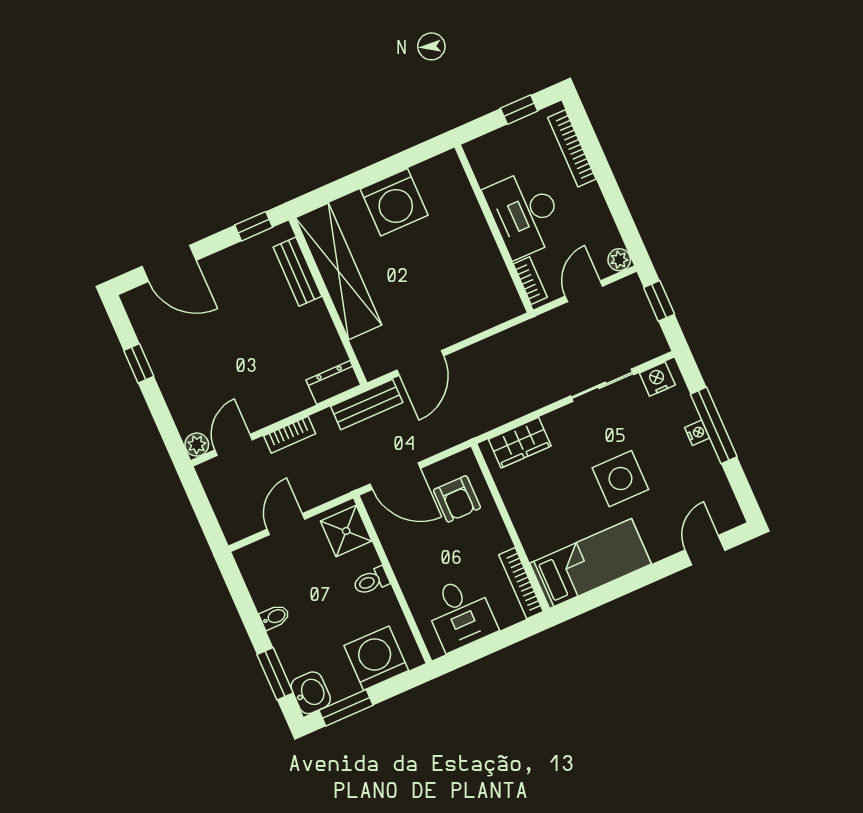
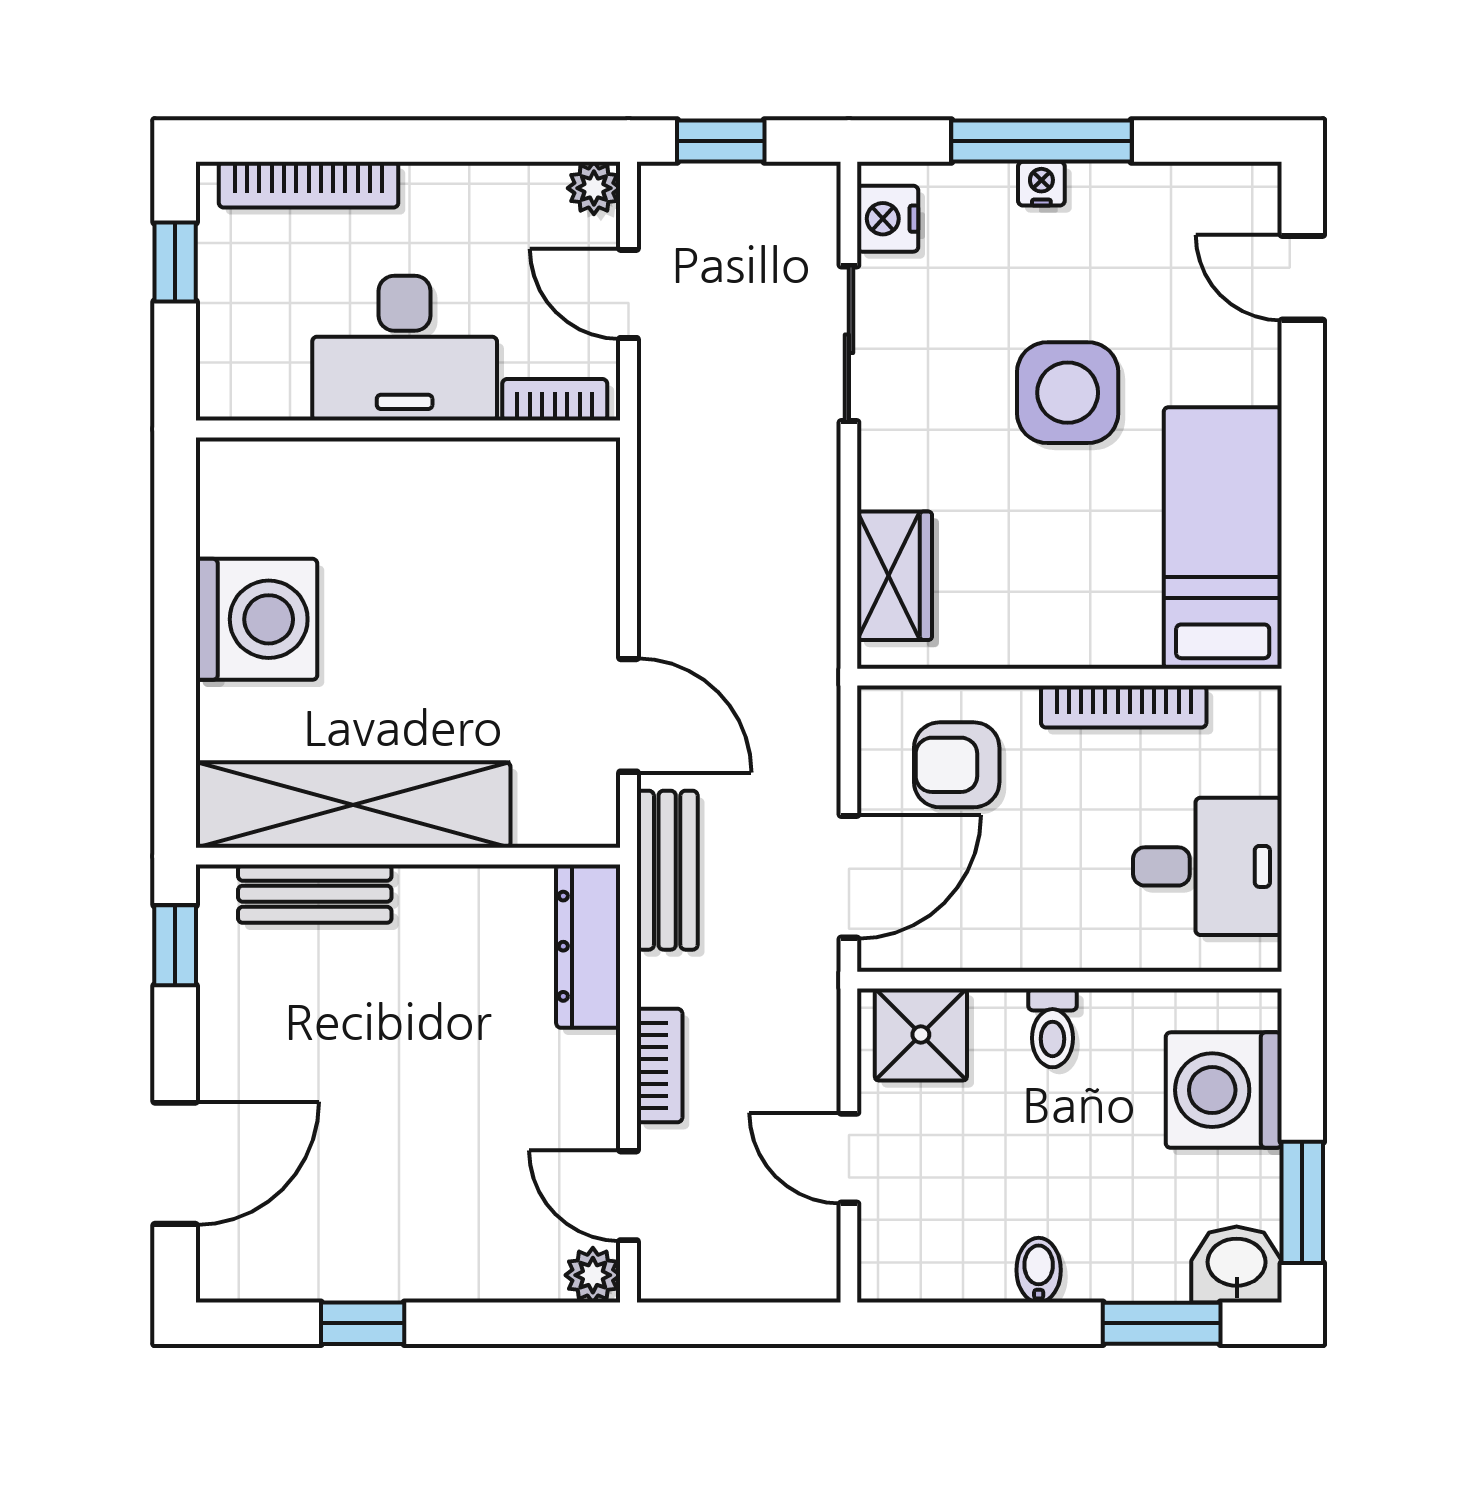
dresser: (333, 383) -> (588, 946), width x1.44
armchair: (457, 499) -> (957, 765), turned 180
bookcase: (521, 583) -> (1124, 706), moved

